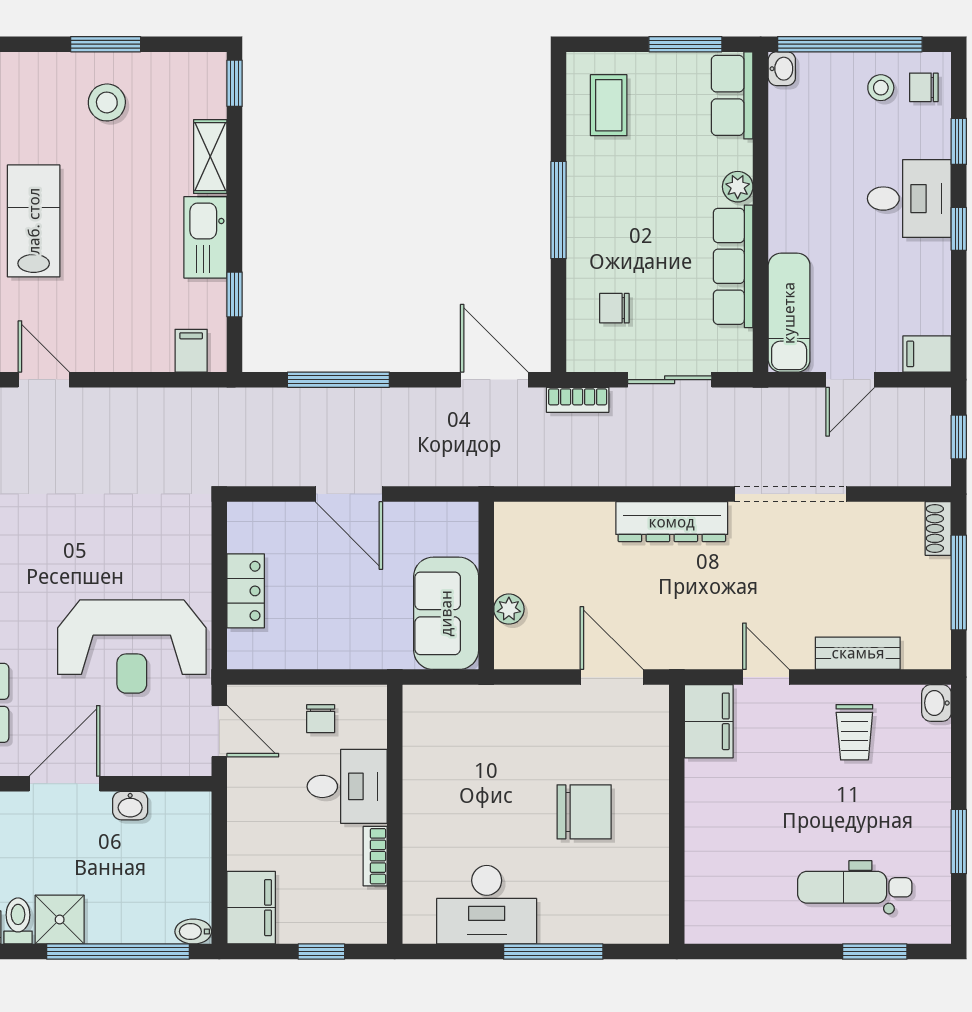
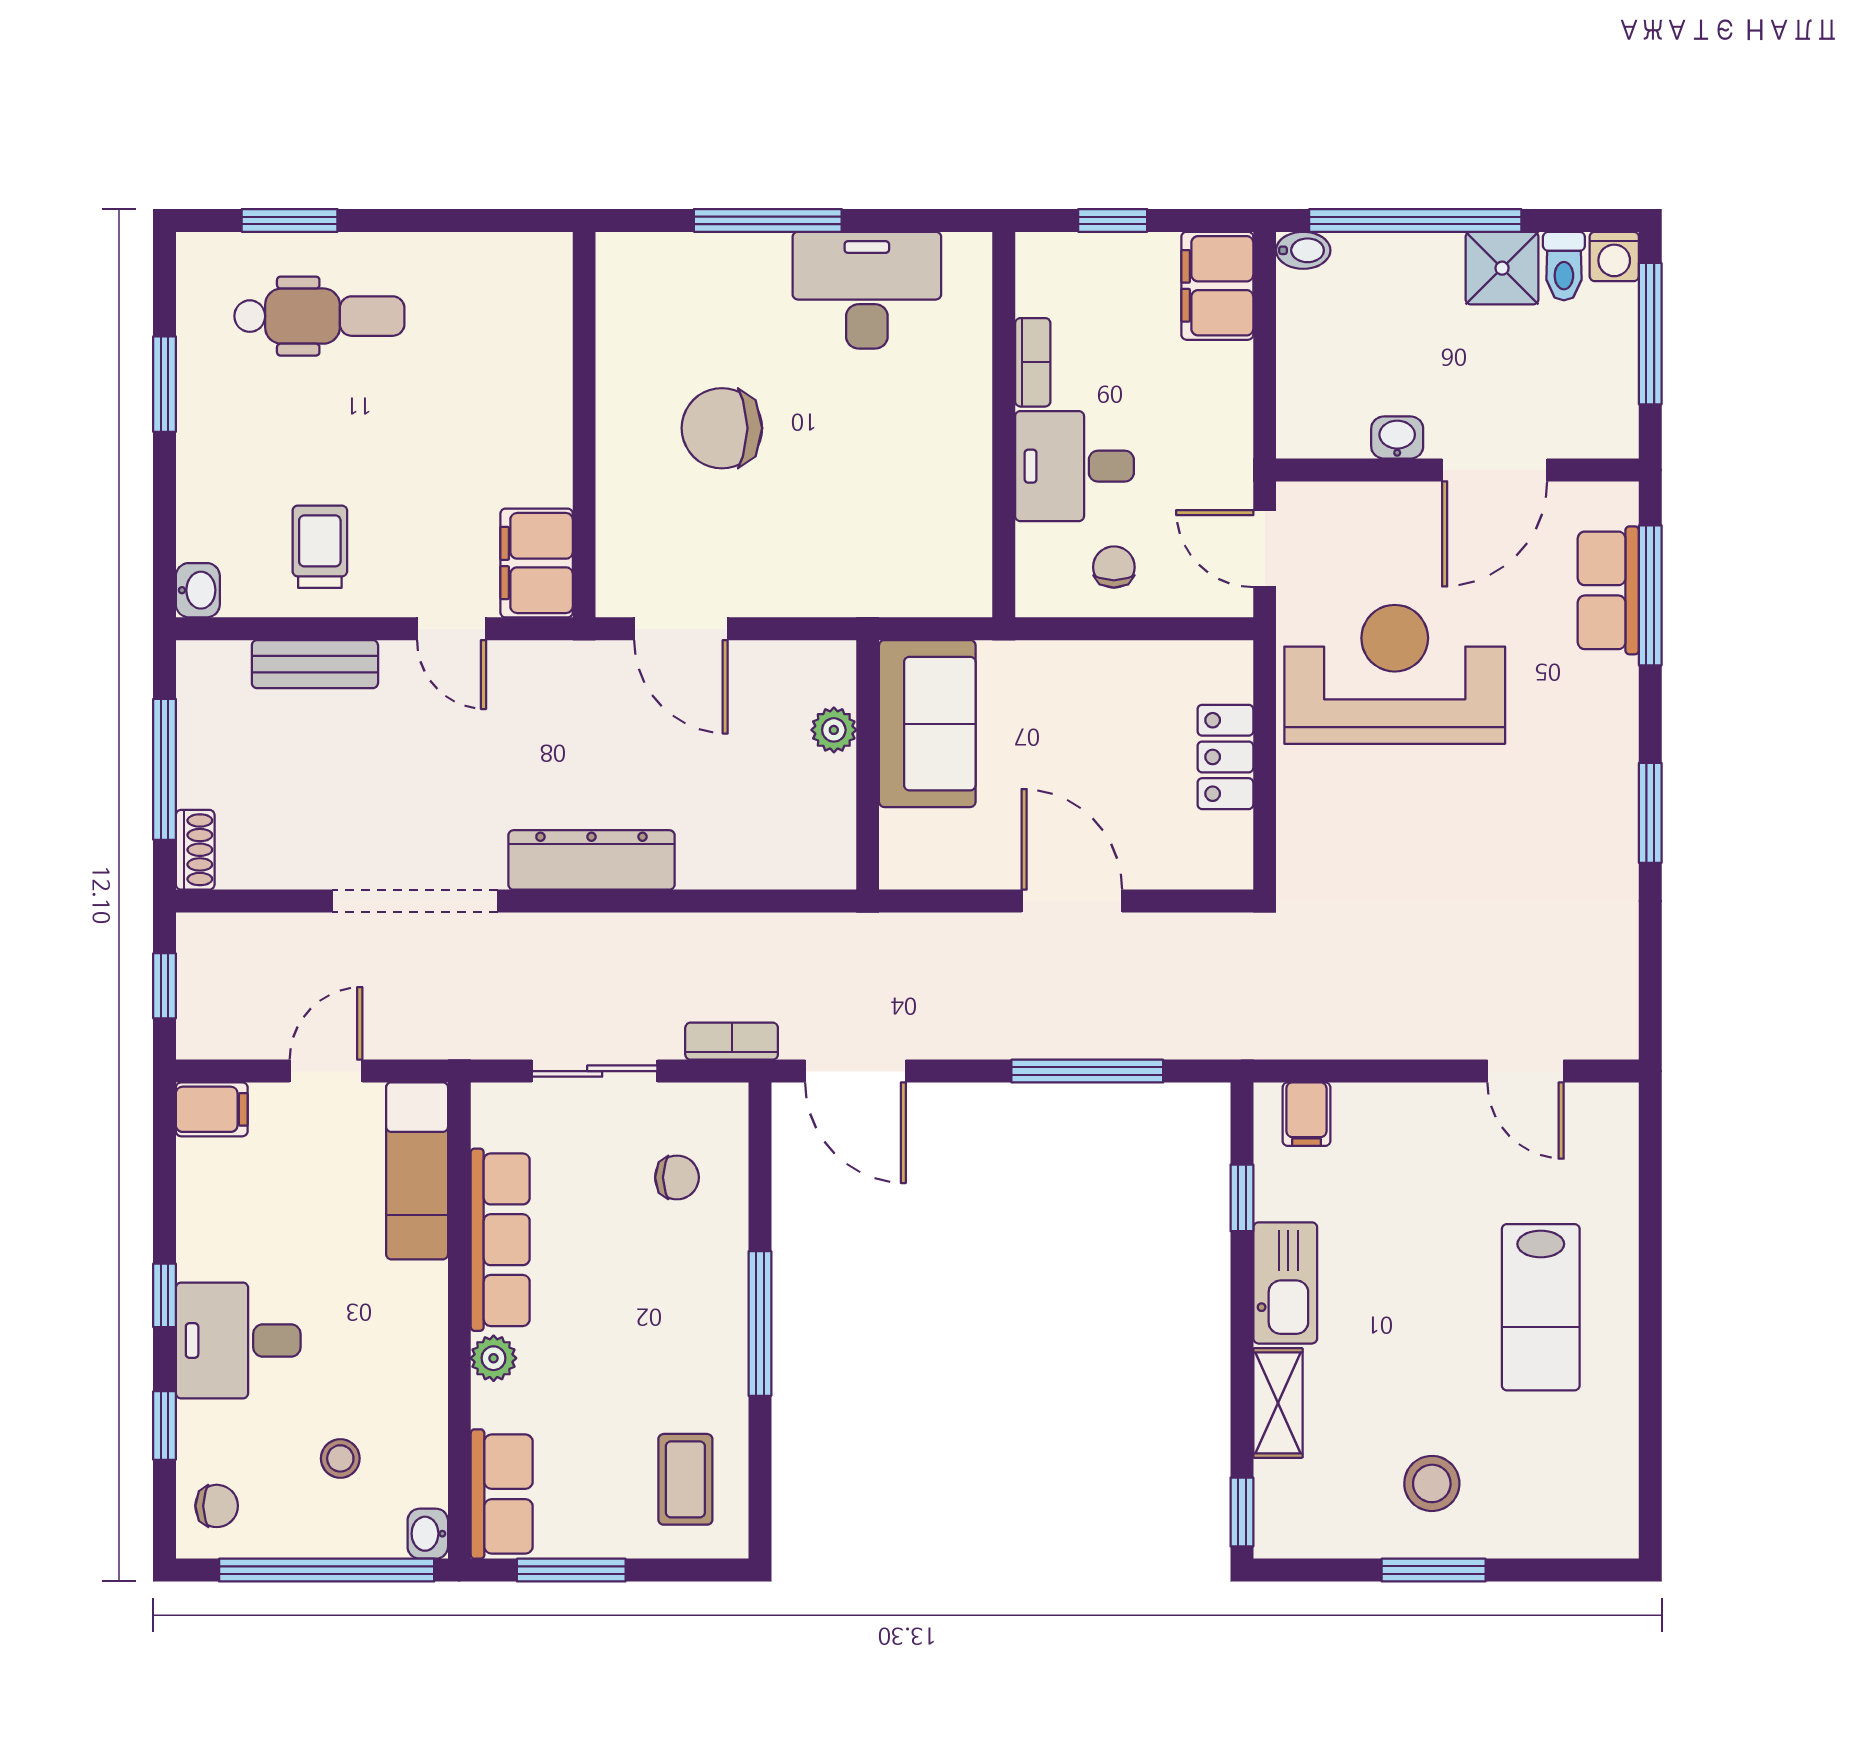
stool: (881, 88) -> (340, 1458), moved

